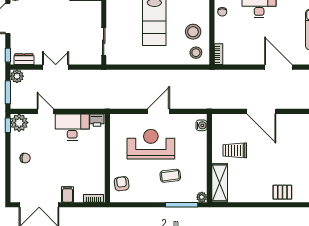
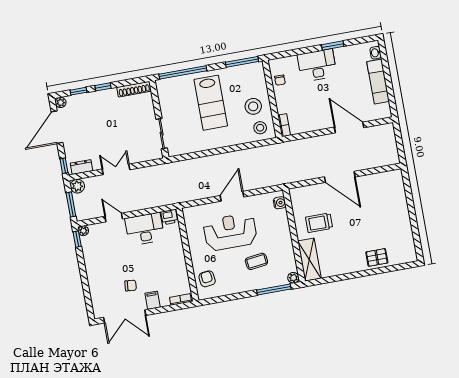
plant: (19, 123) -> (83, 231), width x0.53, depth x0.53
chair: (25, 158) -> (131, 286), moved

